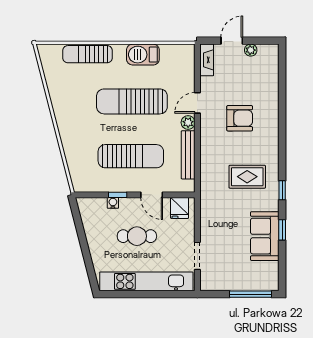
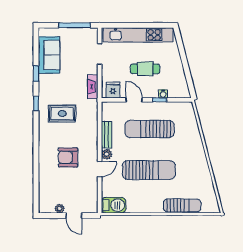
door: (232, 41) -> (74, 216), hinge flipped
barbecue: (143, 55) -> (114, 205), moved
fireplace: (207, 60) -> (93, 87), moved
bench: (188, 155) -> (107, 135), width x0.73
sofa: (265, 236) -> (49, 55), moved
window: (250, 294) -> (75, 25), moved

